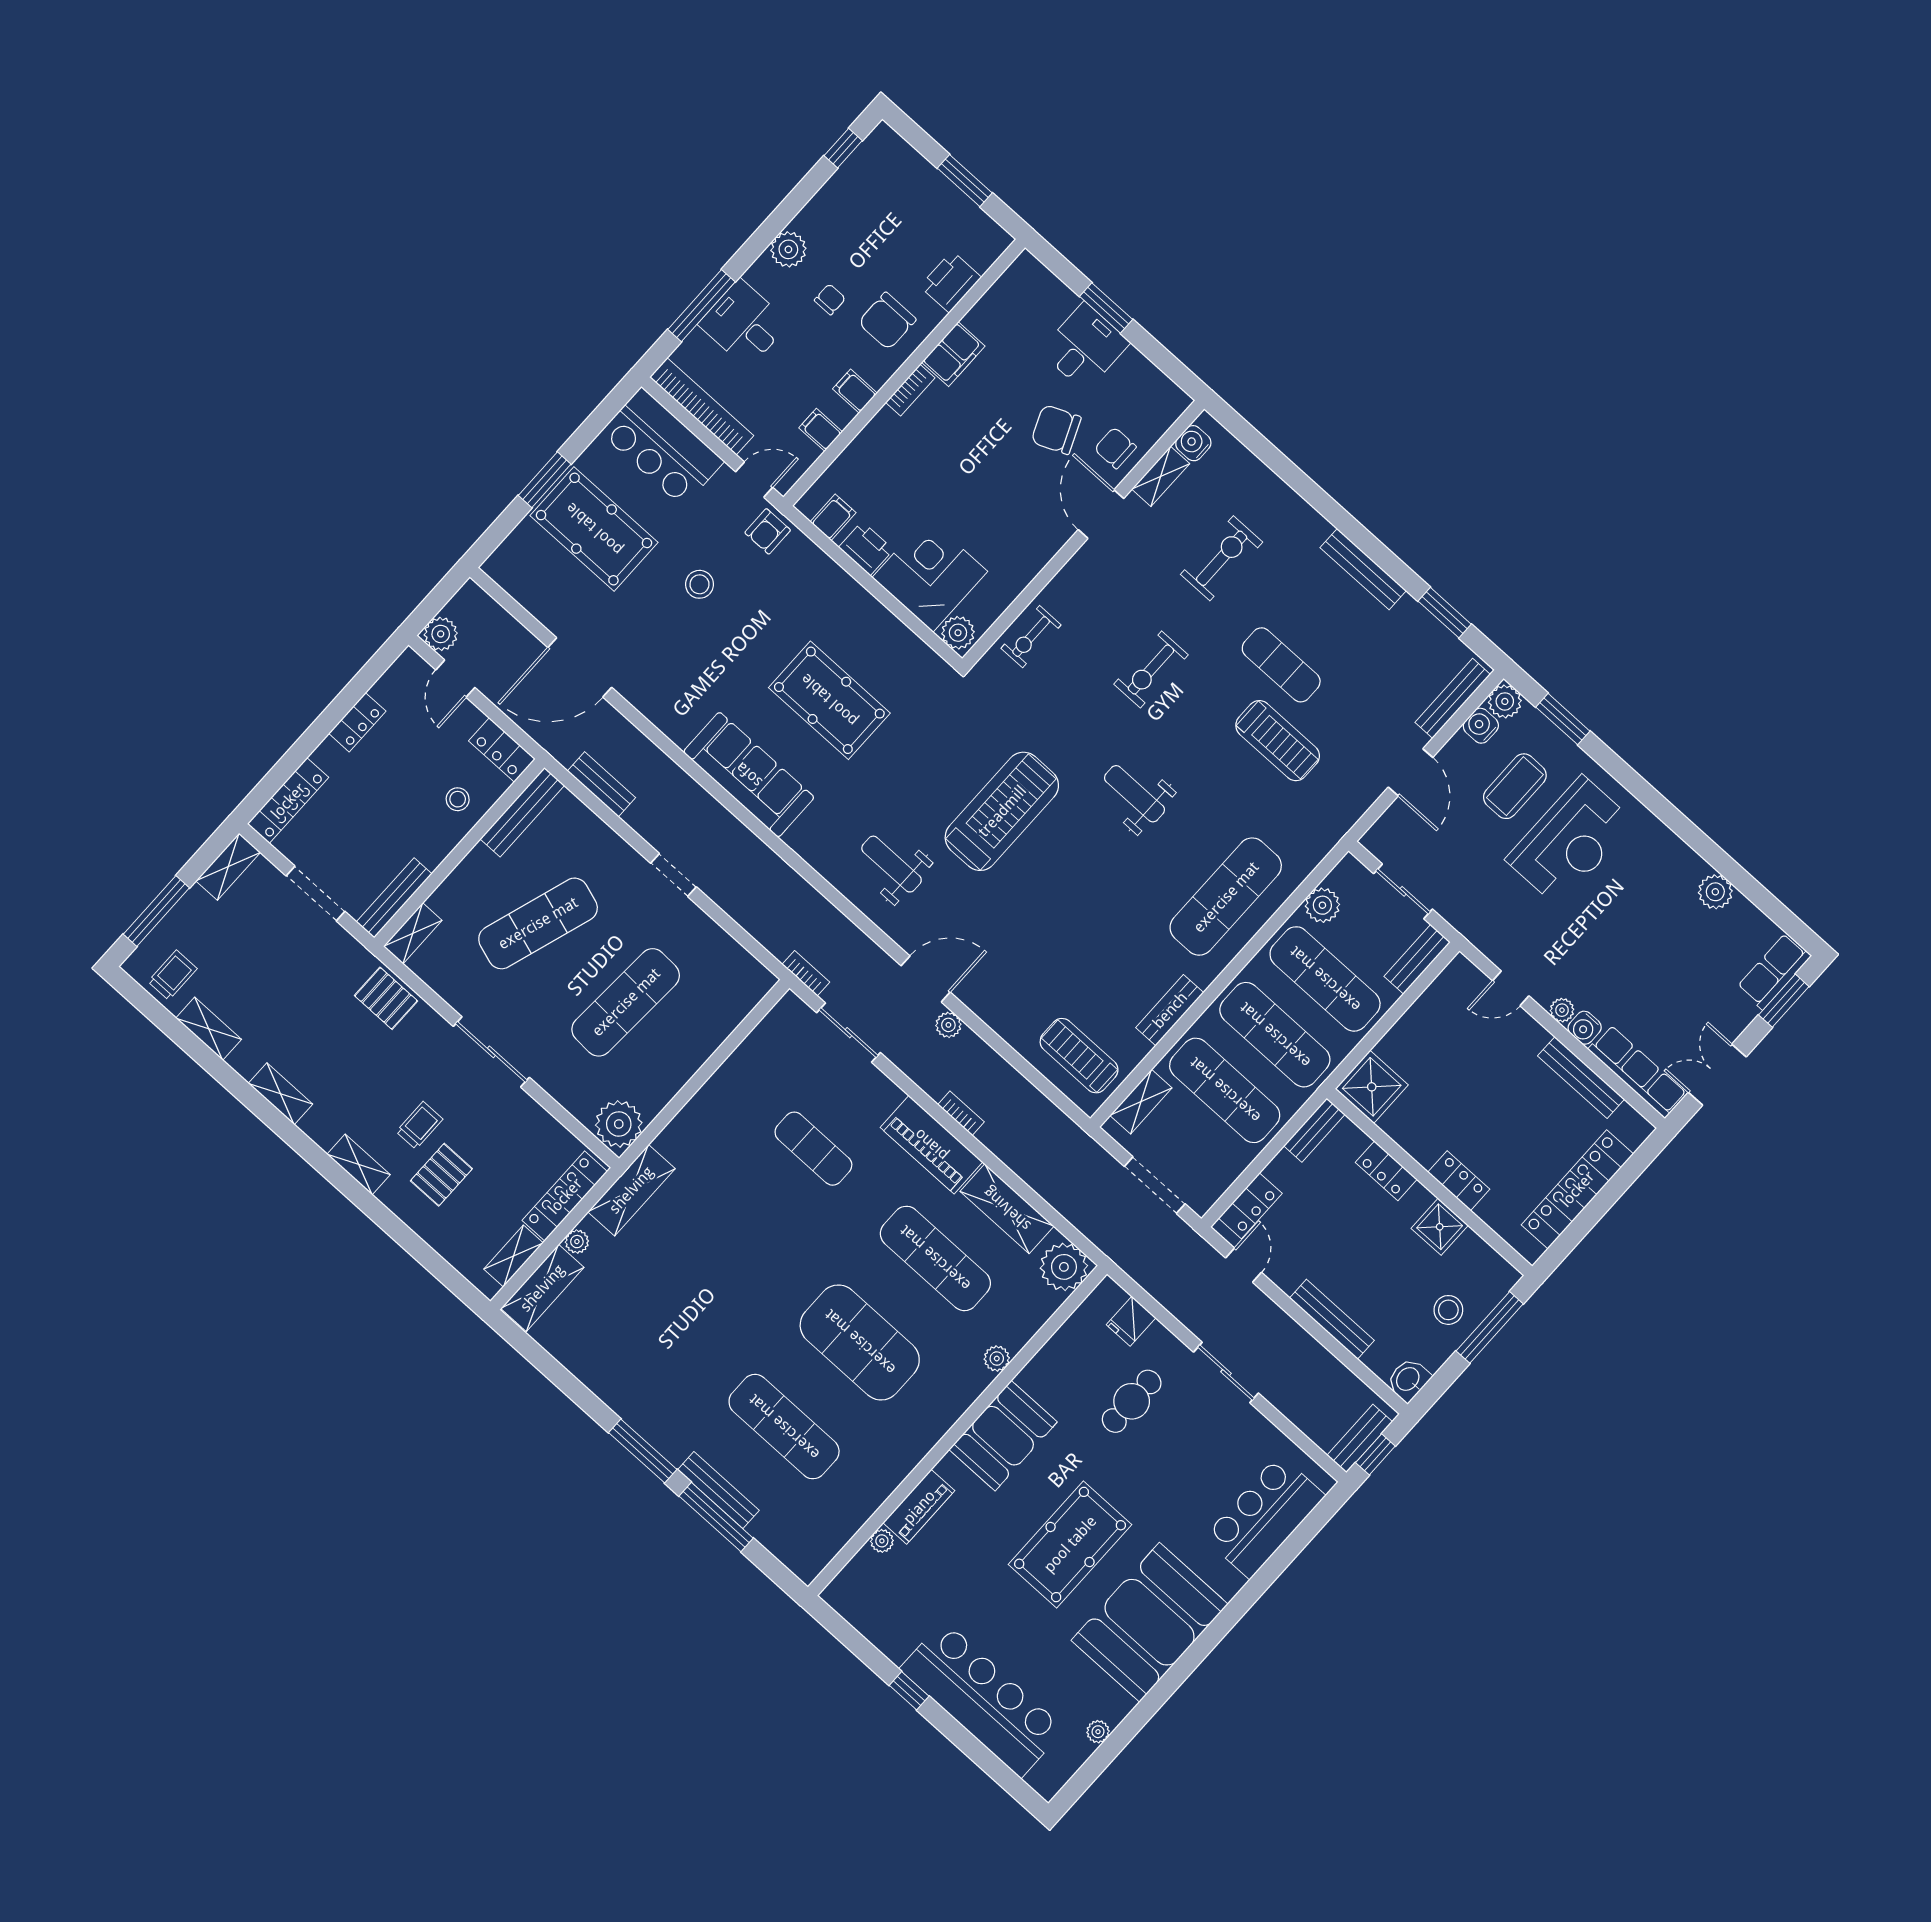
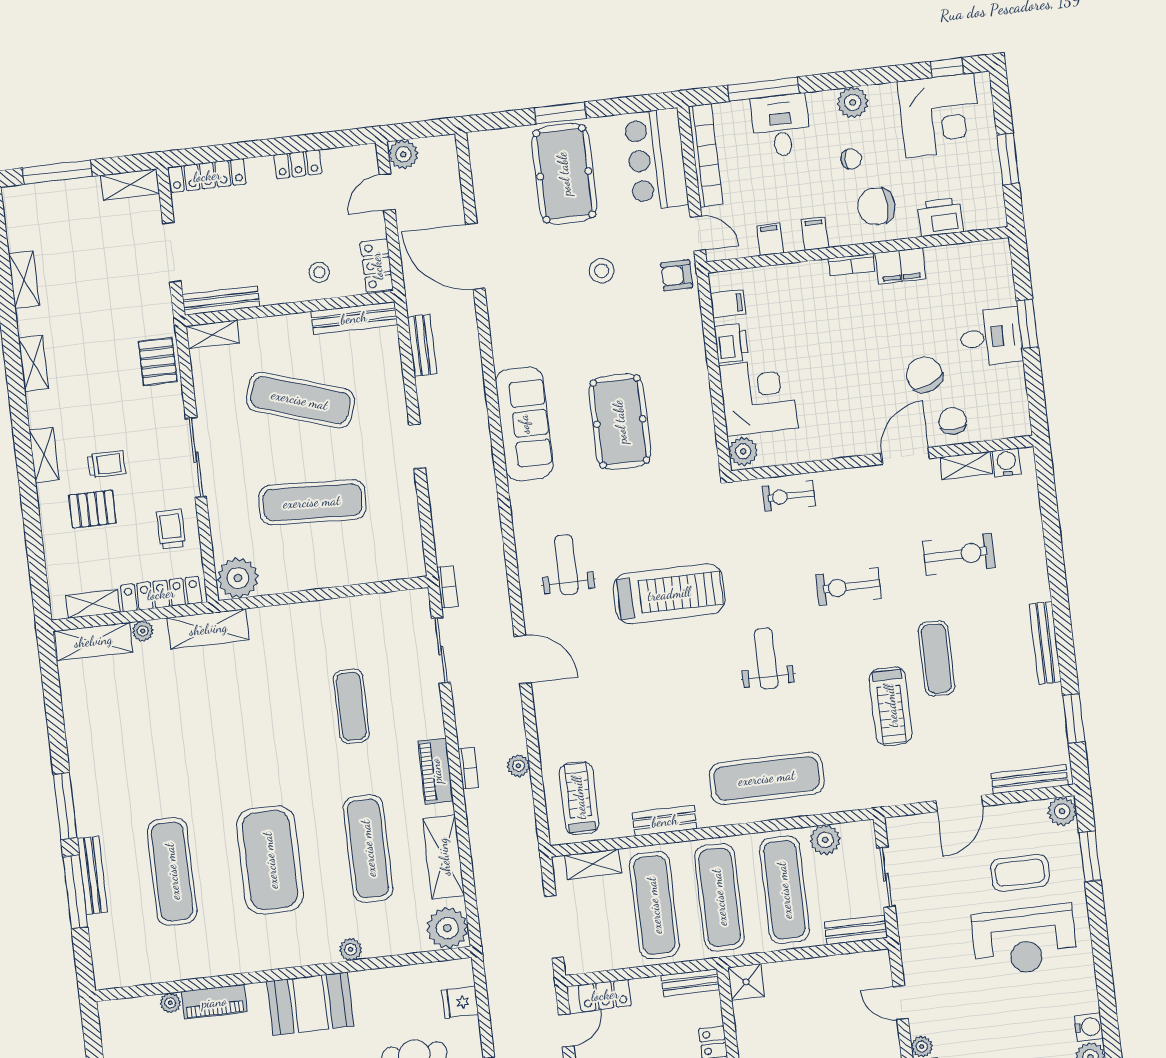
corner desk: (873, 195) -> (940, 115), added
water cooler: (1481, 726) -> (1089, 1027), moved, turned 90
trolley: (172, 975) -> (171, 529), moved, turned -90
plant: (948, 1025) -> (518, 766), moved
shower: (1372, 1087) -> (746, 982), width x0.73, depth x0.73
piano: (931, 1145) -> (436, 771), width x0.73, depth x0.75

